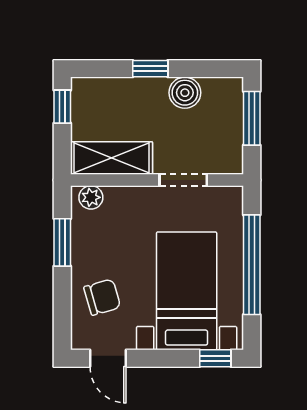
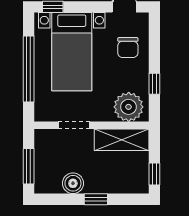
plant: (91, 197) -> (129, 107), width x1.88, depth x1.88
window: (62, 242) -> (154, 84), width x0.67
chair: (102, 297) -> (128, 48), turned -74

